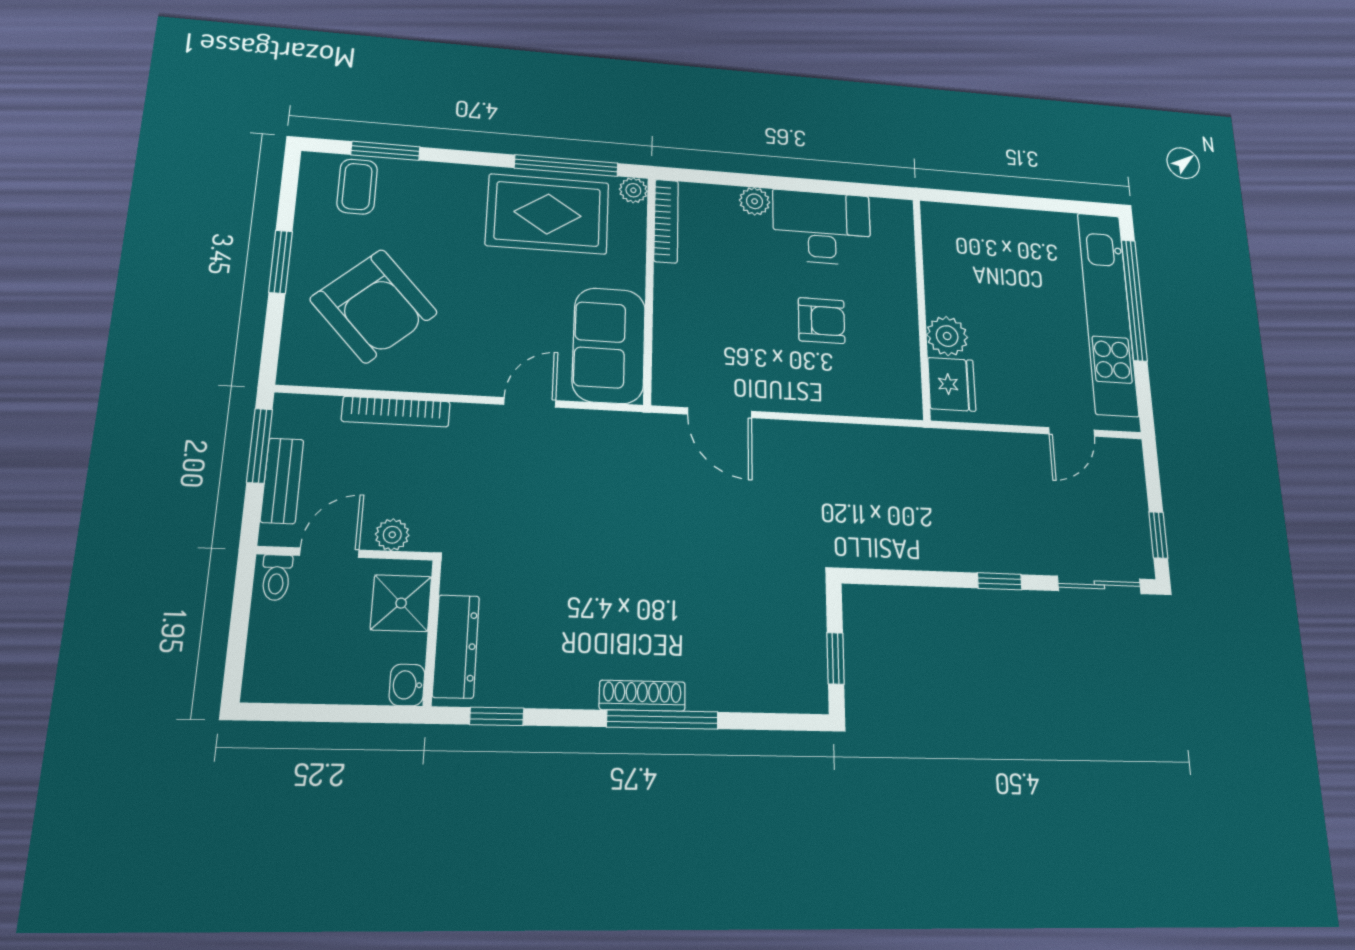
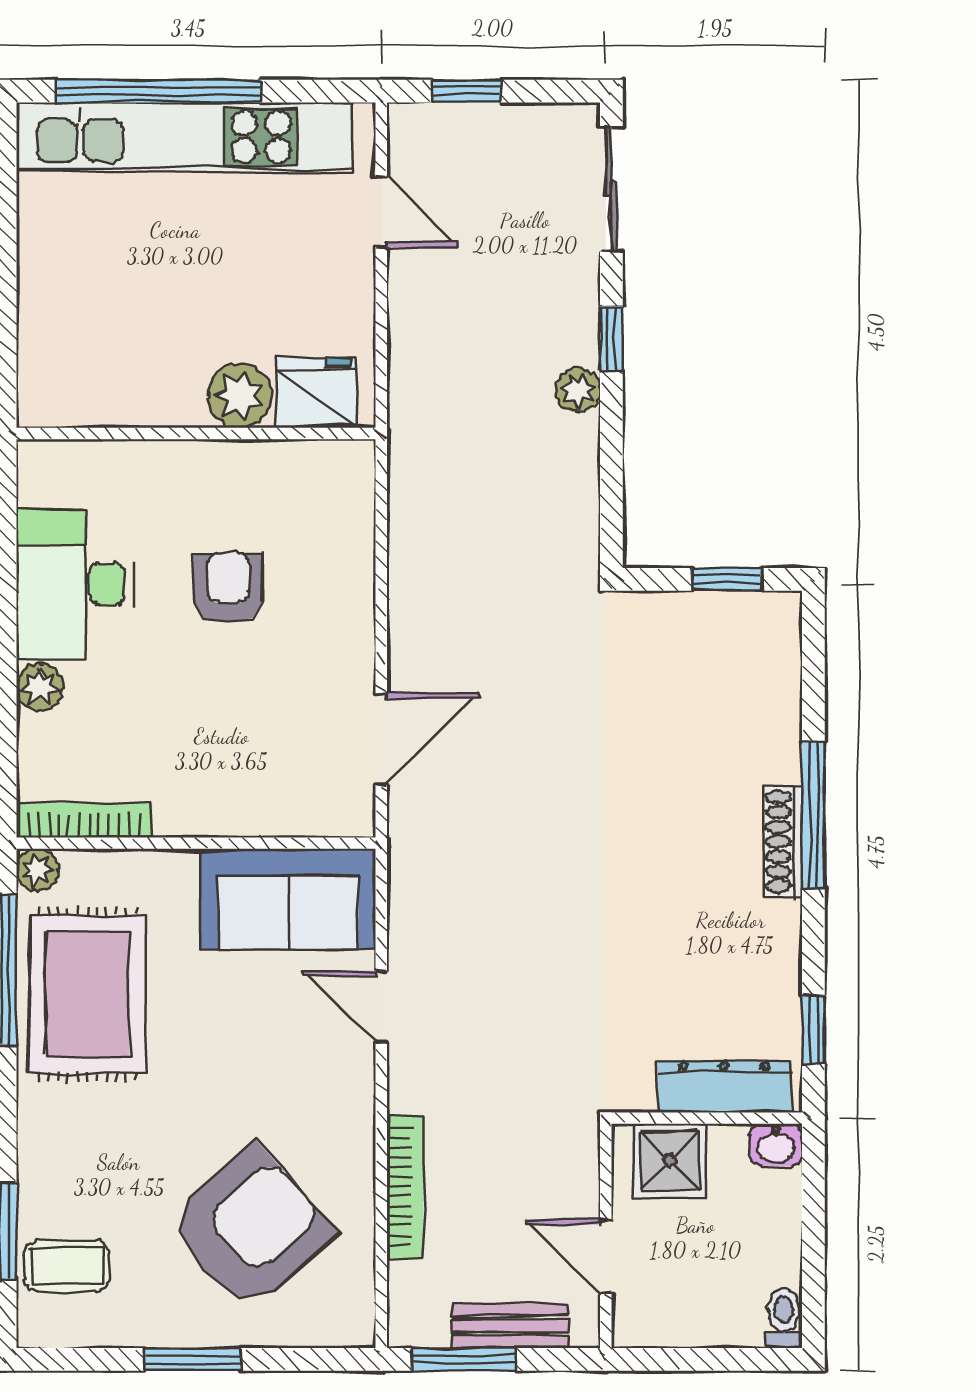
plant: (392, 535) -> (578, 390), moved
window: (1158, 535) -> (466, 91), moved
toilet: (276, 578) -> (784, 1318), moved, turned -90

